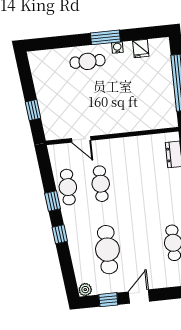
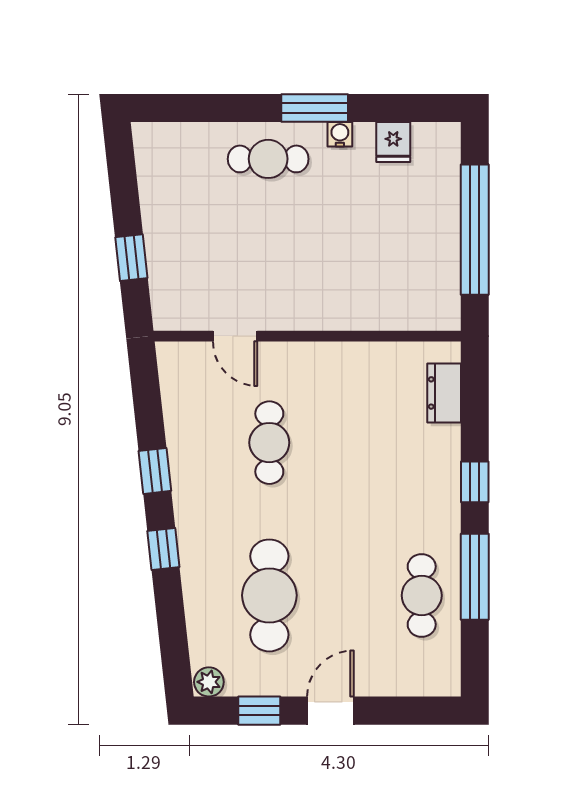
cafe table: (68, 187) -> (193, 443), removed

